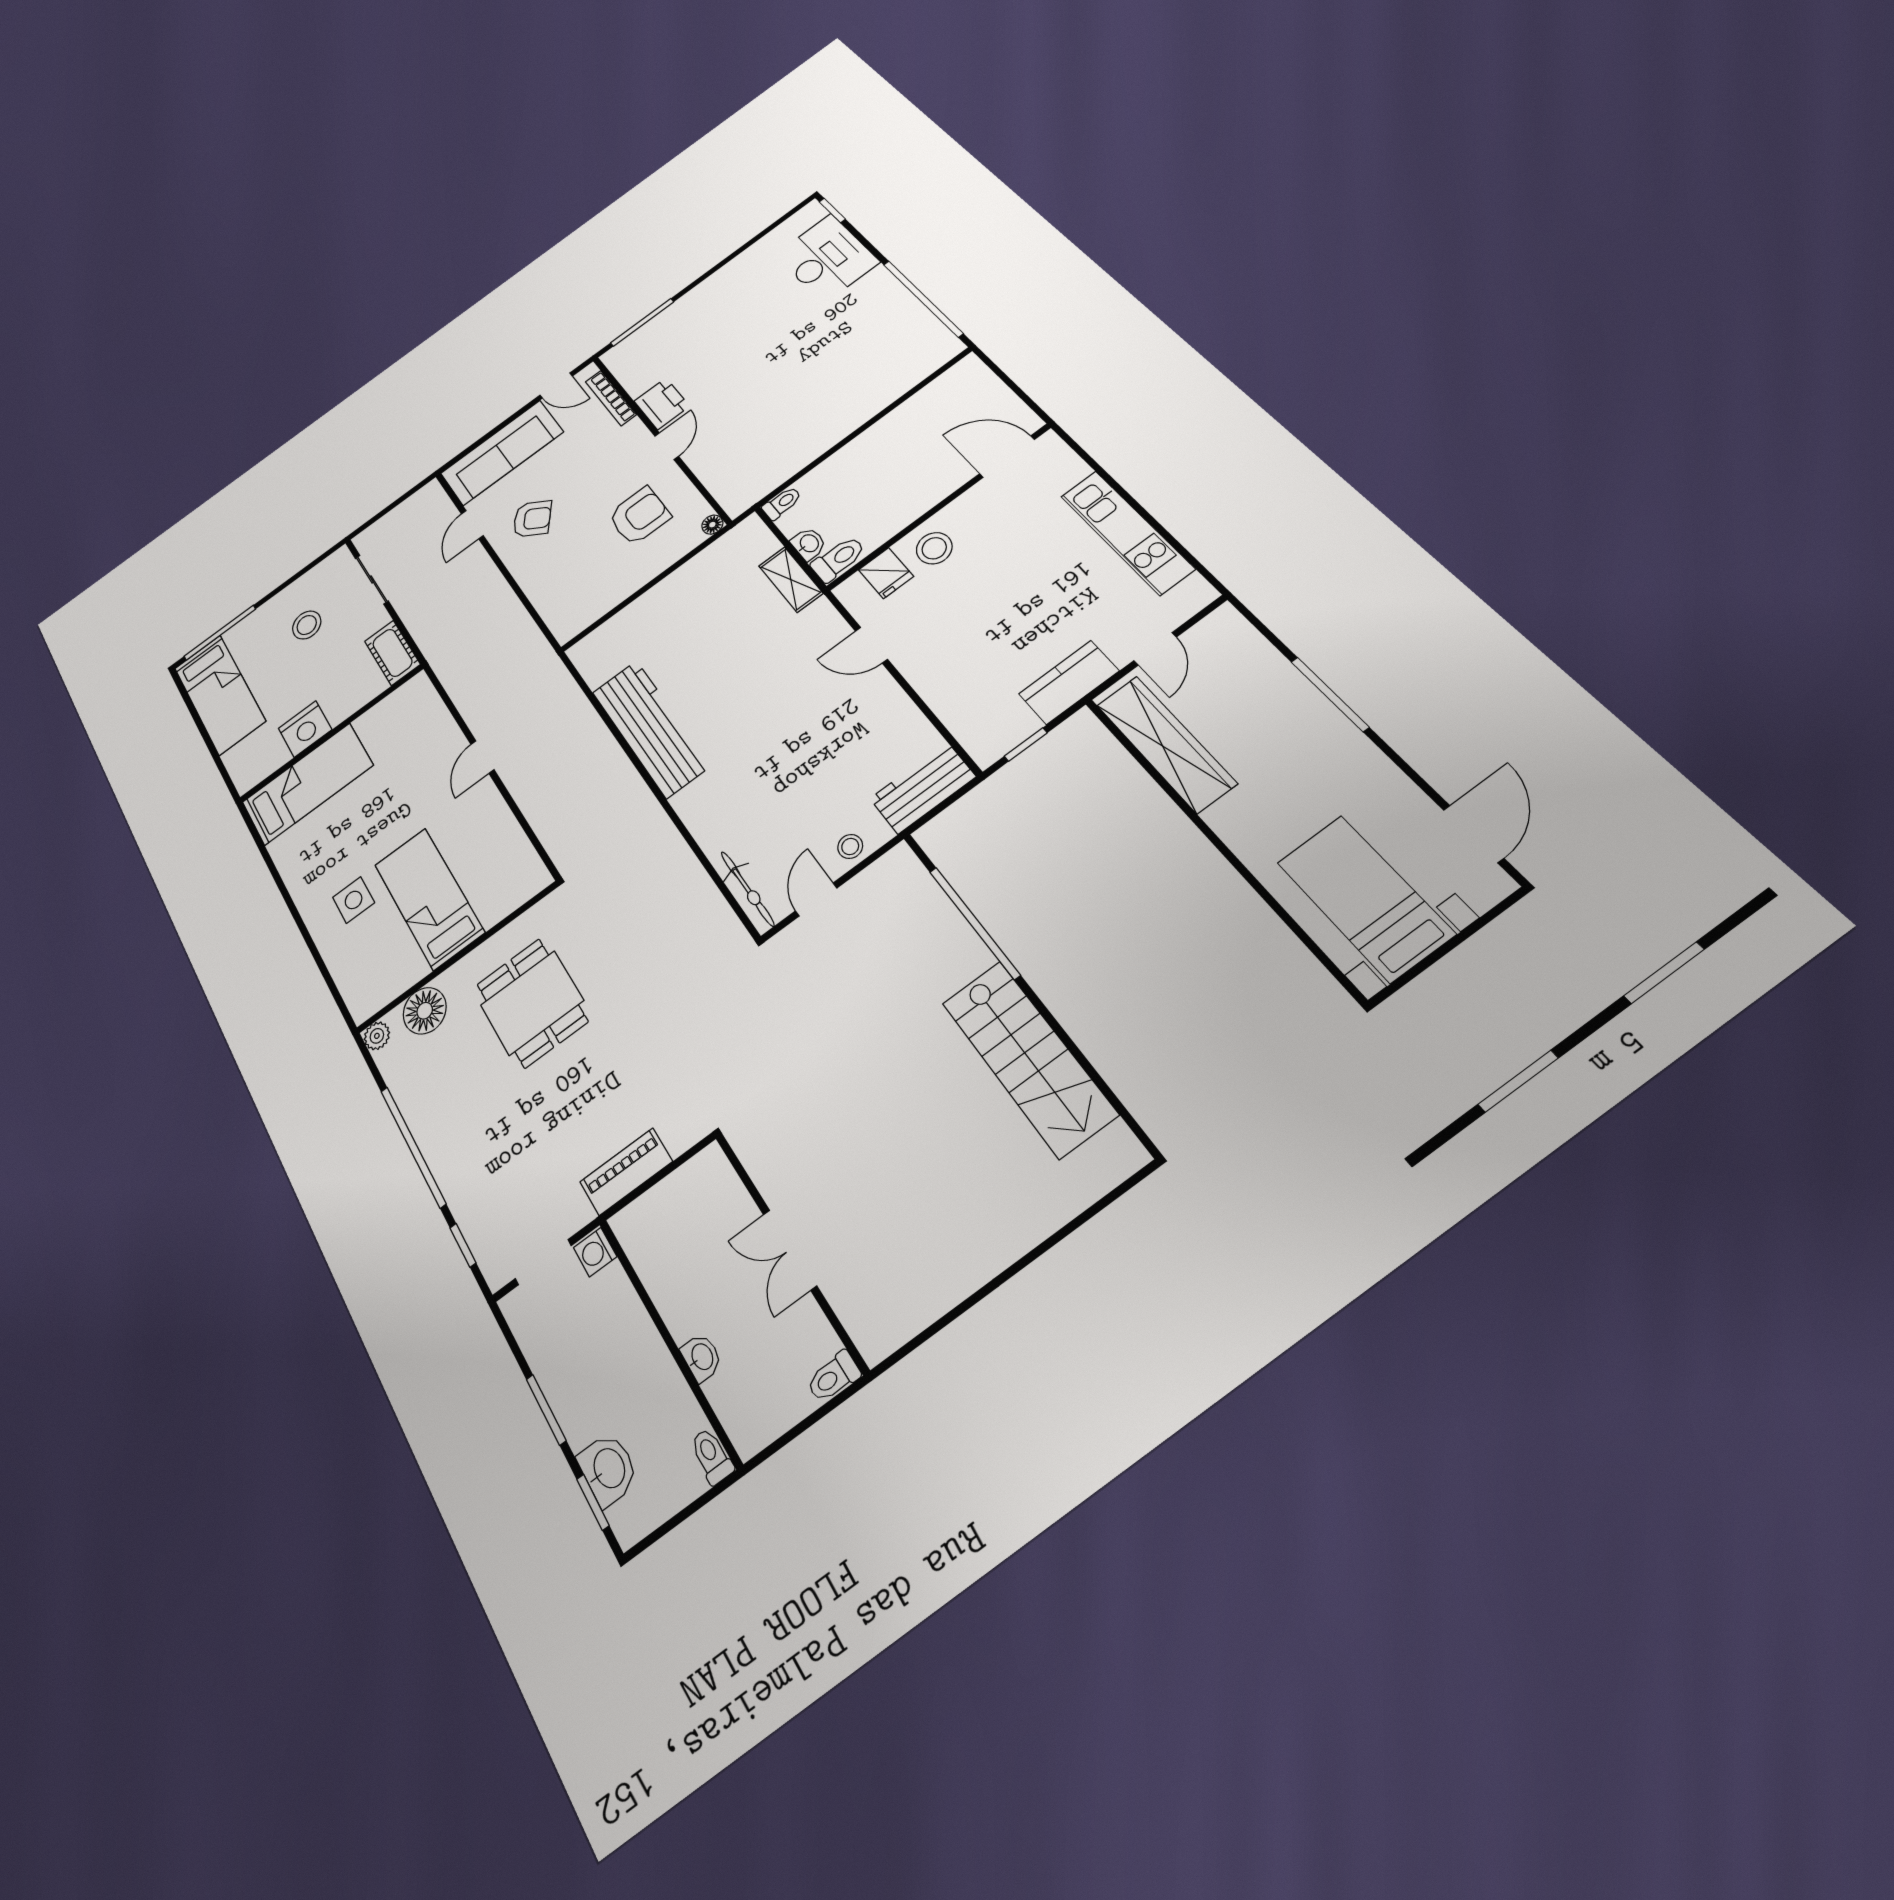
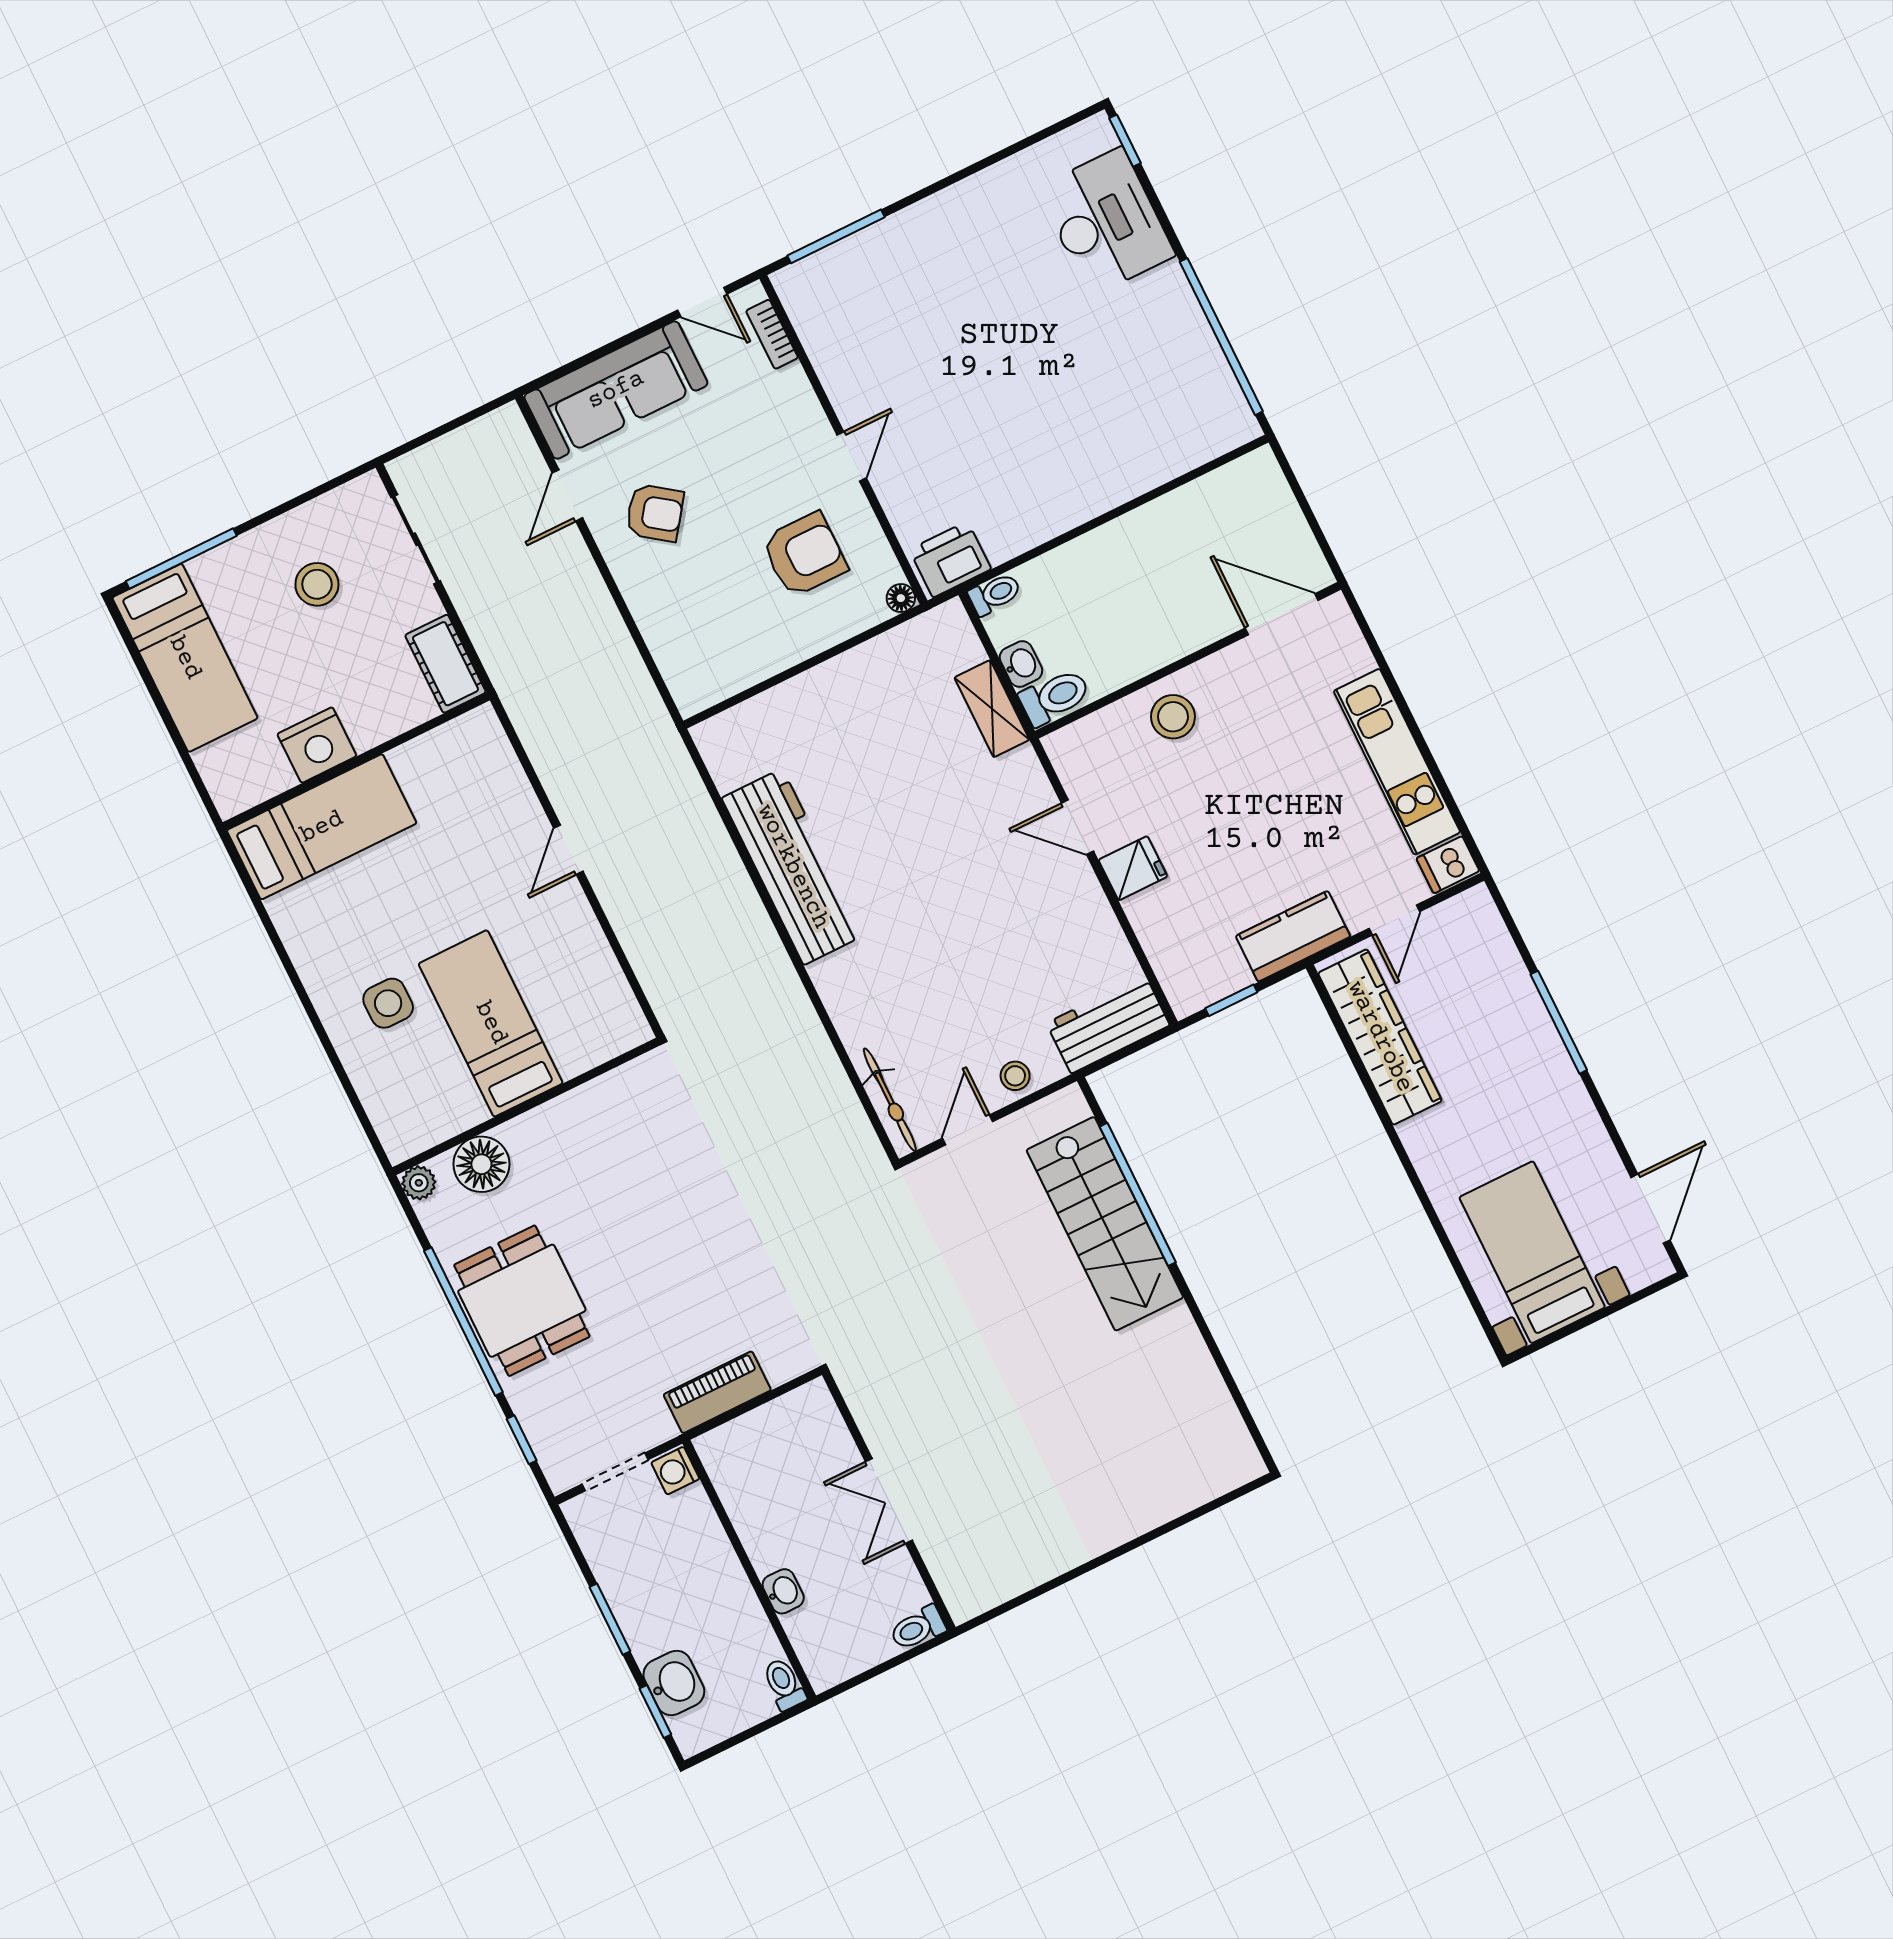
bookcase: (611, 398) -> (772, 334), width x0.64
printer: (662, 404) -> (950, 559), moved, turned -90
fridge: (886, 573) -> (1133, 868), moved, turned -90
dishwasher: (1191, 596) -> (1448, 865), added
dining table: (532, 1003) -> (522, 1301), moved
stairs: (1029, 1058) -> (1105, 1224), moved

